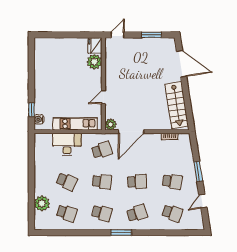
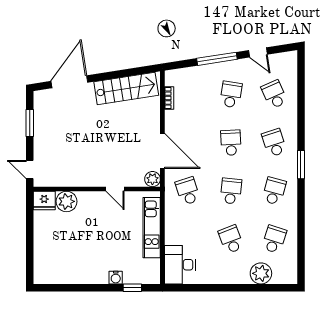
water cooler: (39, 119) -> (116, 278), moved
desk: (67, 144) -> (180, 265), moved
window: (198, 171) -> (217, 59), width x1.44
school desk: (67, 182) -> (231, 239), turned -45
school desk: (172, 213) -> (274, 94), turned -42

